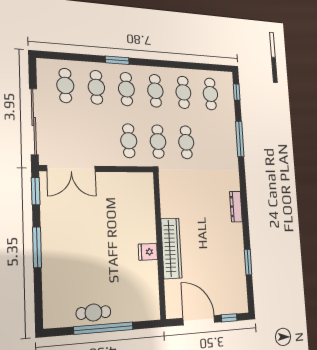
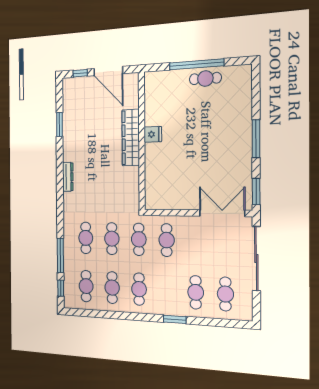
cafe table: (126, 89) -> (86, 238), moved
window: (240, 139) -> (60, 255), moved

